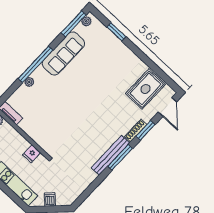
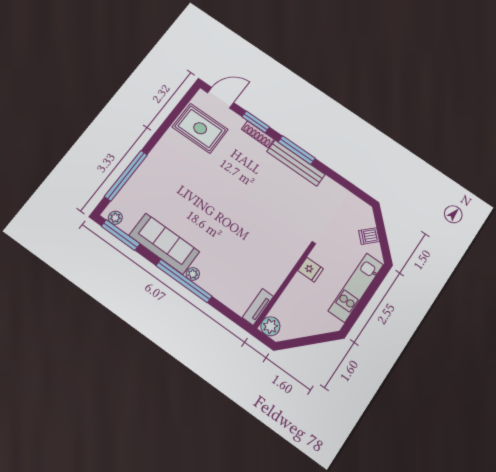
window: (116, 32) -> (126, 176), width x2.11
plant: (29, 82) -> (193, 274), moved

